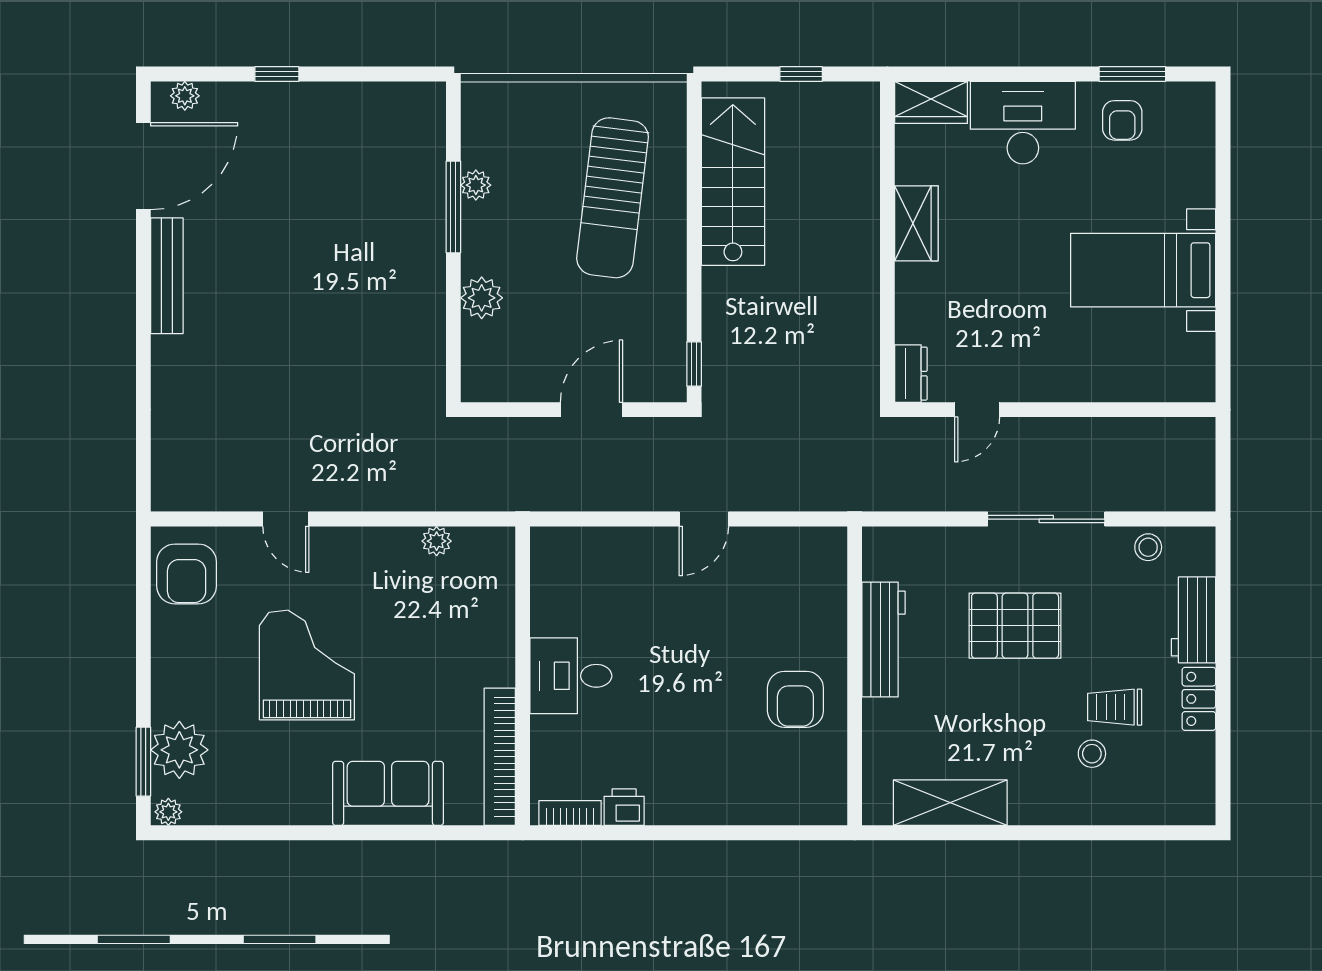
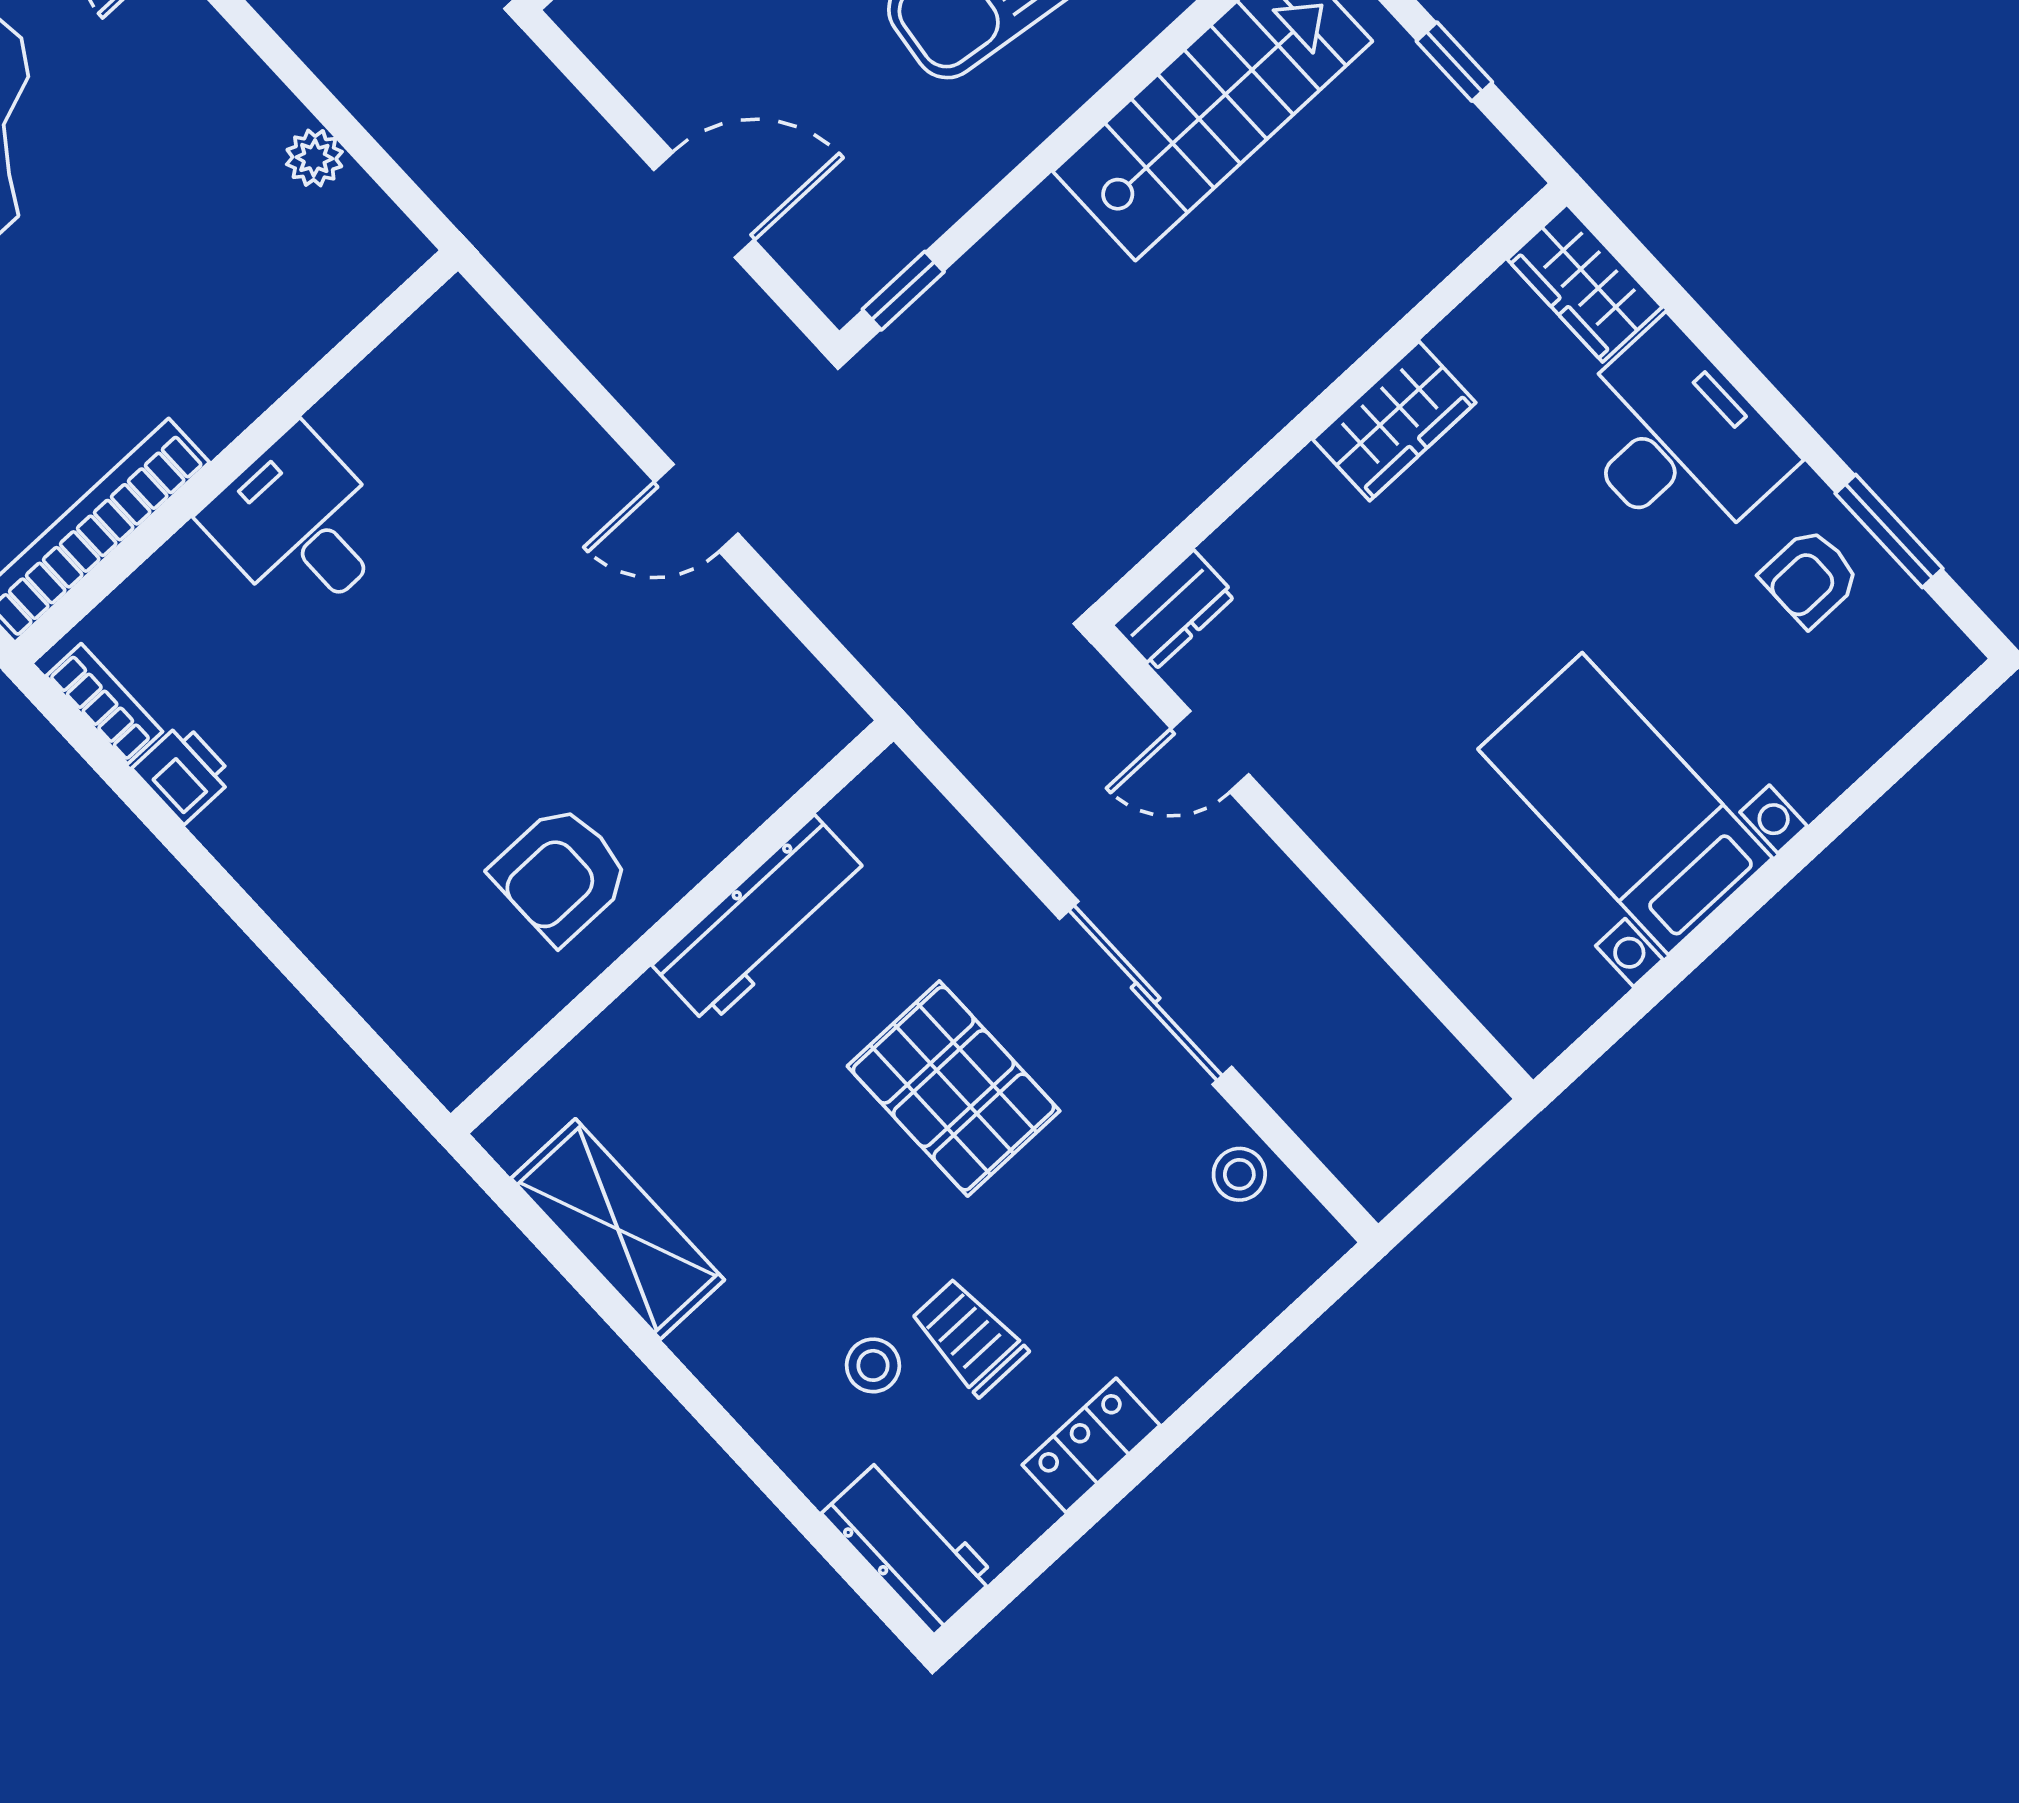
workbench: (1194, 620) -> (909, 1545), moved, turned 90

